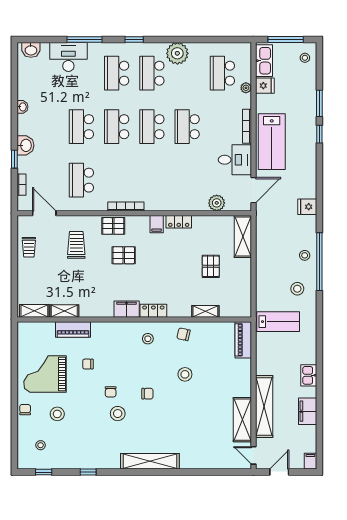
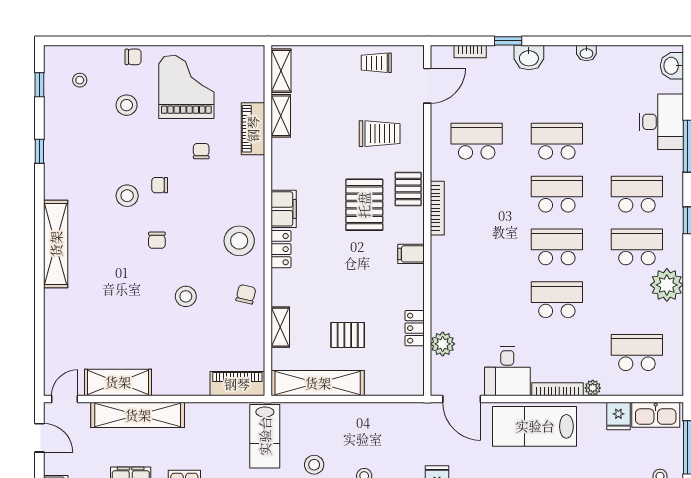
plant: (246, 88) -> (593, 388), moved
locker: (179, 222) -> (415, 328), moved
shelving: (243, 237) -> (318, 383), moved, width x1.47
pallet: (124, 255) -> (364, 205), width x1.50, depth x1.42
stool: (148, 339) -> (239, 241), width x1.89, depth x1.89

